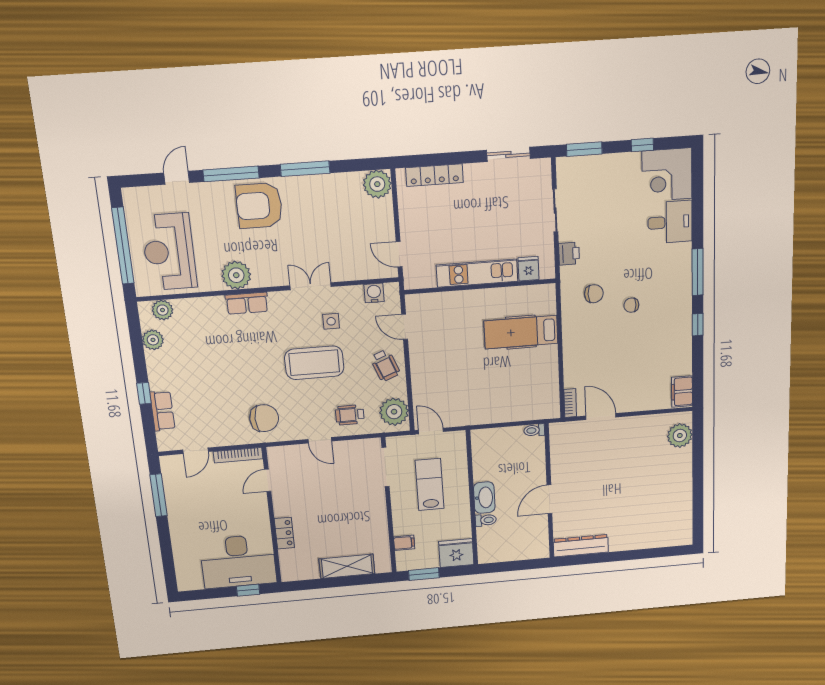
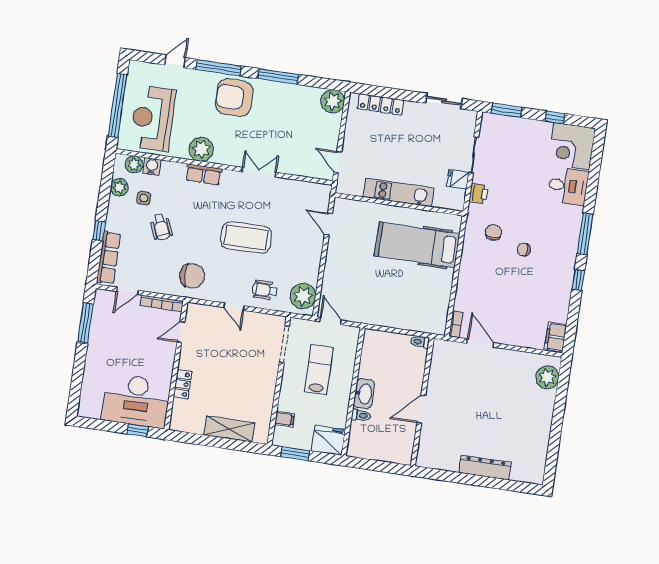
fridge: (529, 269) -> (458, 179), moved, turned -90
water cooler: (374, 293) -> (152, 166), moved
chair: (594, 294) -> (493, 232), turned -90
side table: (331, 321) -> (144, 198), moved
hospital bed: (521, 332) -> (417, 245), width x1.37, depth x1.29
wheelchair: (385, 365) -> (161, 227), moved
row of seats: (162, 411) -> (109, 258), width x1.48
dresser: (581, 546) -> (485, 468), moved

